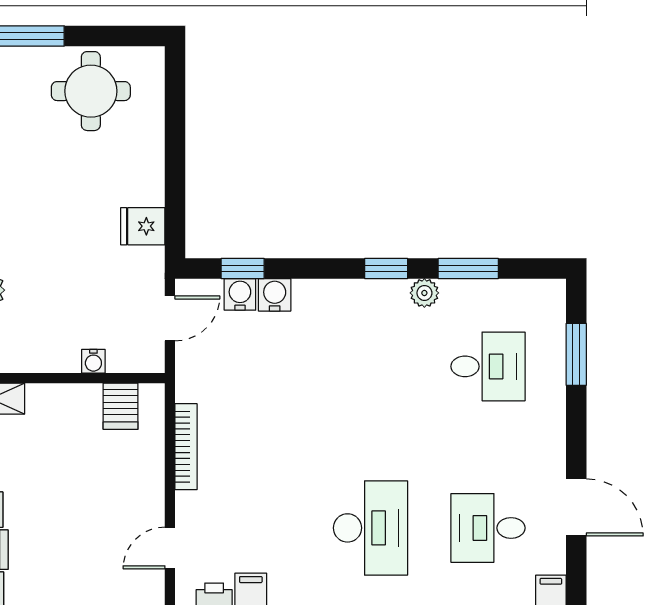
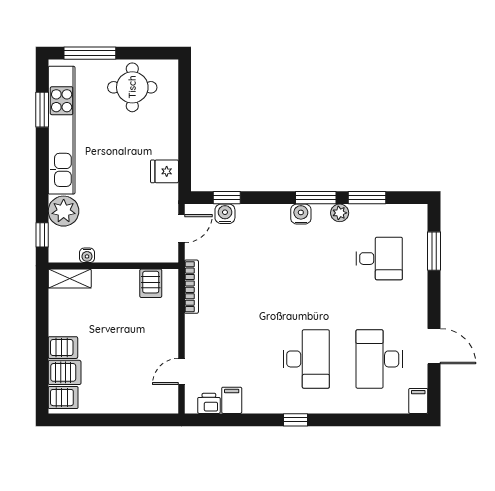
window: (386, 269) -> (316, 198), width x1.50
water cooler: (275, 295) -> (301, 214), moved
water cooler: (93, 361) -> (87, 255), moved
bookcase: (186, 447) -> (191, 287), moved
desk: (488, 528) -> (379, 359), width x1.37

